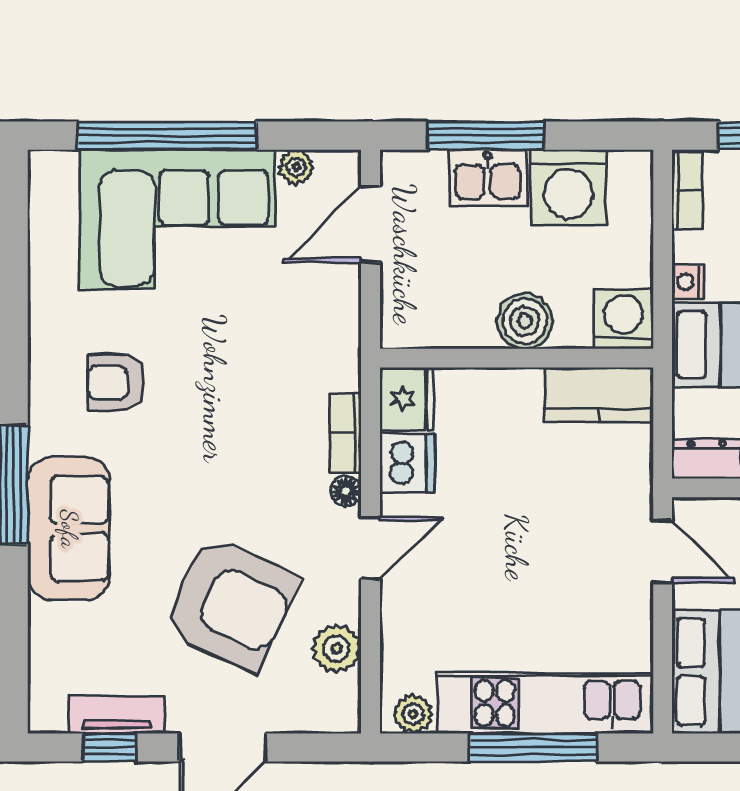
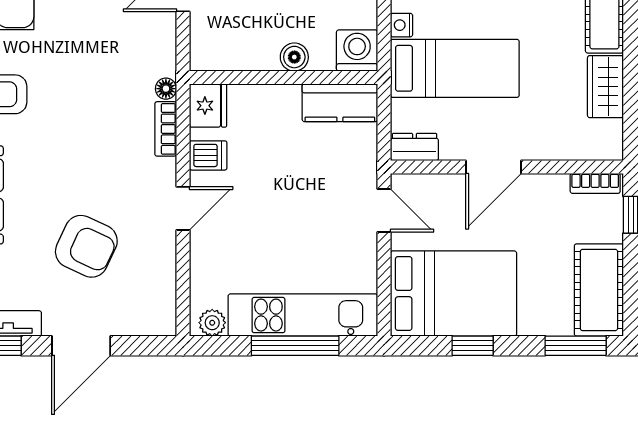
boiler: (525, 321) -> (294, 57), width x0.73, depth x0.73
dishwasher: (407, 463) -> (208, 155), width x0.73
floor lamp: (346, 491) -> (166, 89), moved
armchair: (230, 603) -> (86, 246), width x0.73, depth x0.73
plant: (337, 649) -> (159, 278), removed

